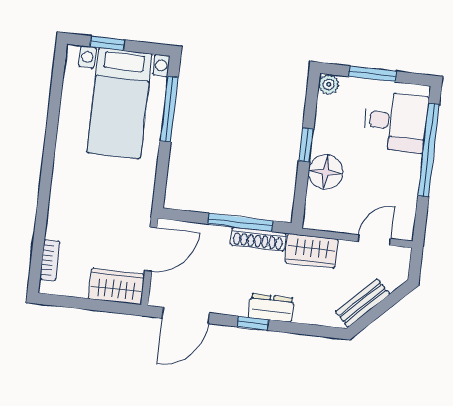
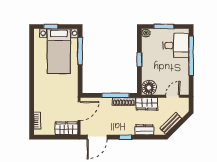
floor lamp: (326, 172) -> (149, 88), moved
dresser: (271, 308) -> (144, 130), moved

